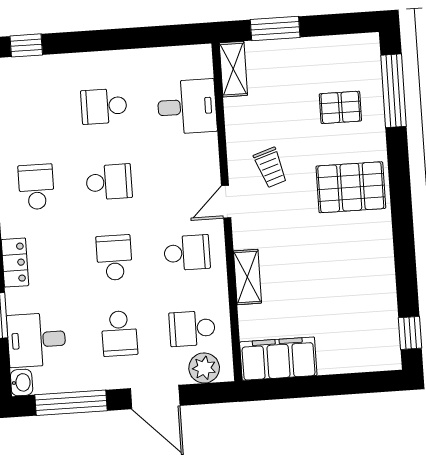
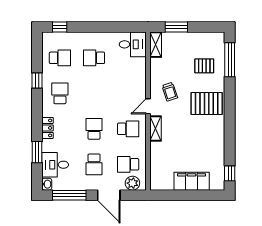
desk: (187, 107) -> (133, 44), moved
school desk: (109, 182) -> (60, 58), moved
shelving: (247, 277) -> (156, 128), moved
filing cabinet: (278, 359) -> (192, 181), moved

